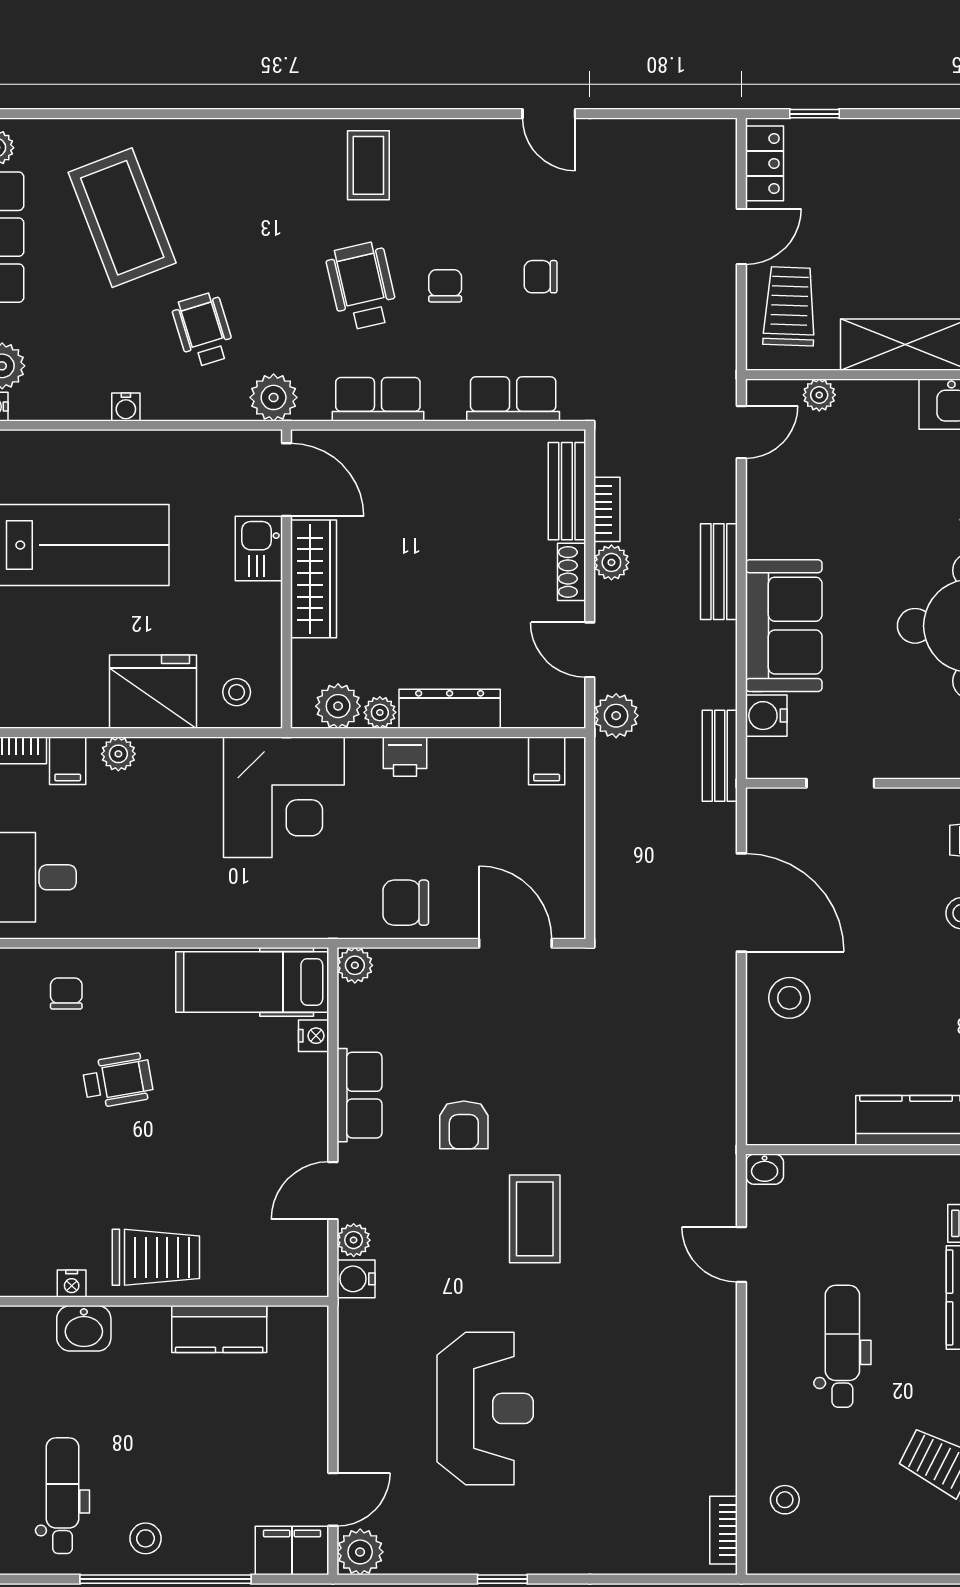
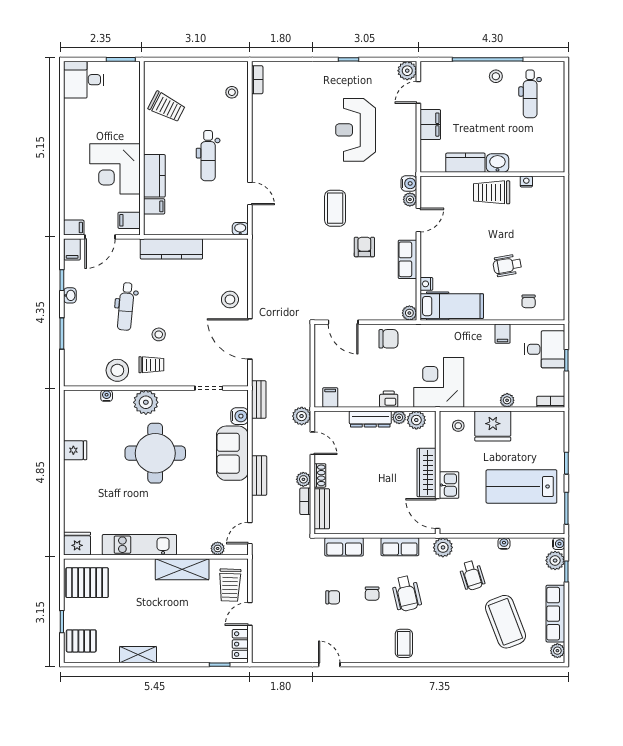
filing cabinet: (68, 761) -> (503, 334), moved, turned 180
washbasin: (84, 1328) -> (497, 163), moved
filing cabinet: (292, 1551) -> (430, 125), moved, turned -90

